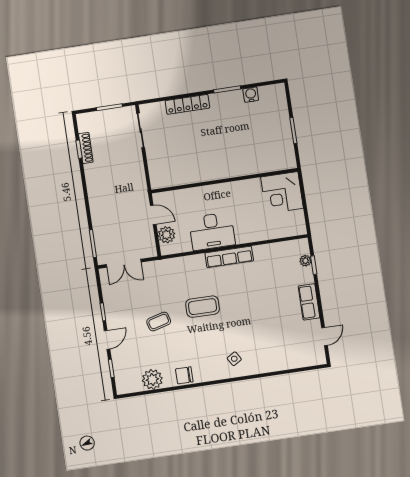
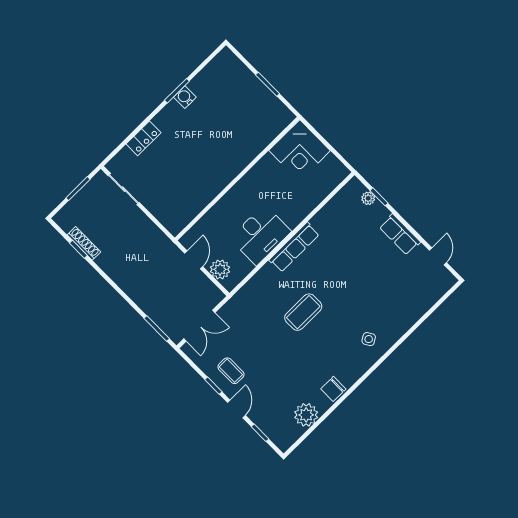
water cooler: (251, 95) -> (185, 97), moved
locker: (187, 104) -> (144, 138), width x0.66
door: (153, 215) -> (194, 260), hinge flipped
coffee table: (159, 322) -> (231, 371), moved, turned -75

